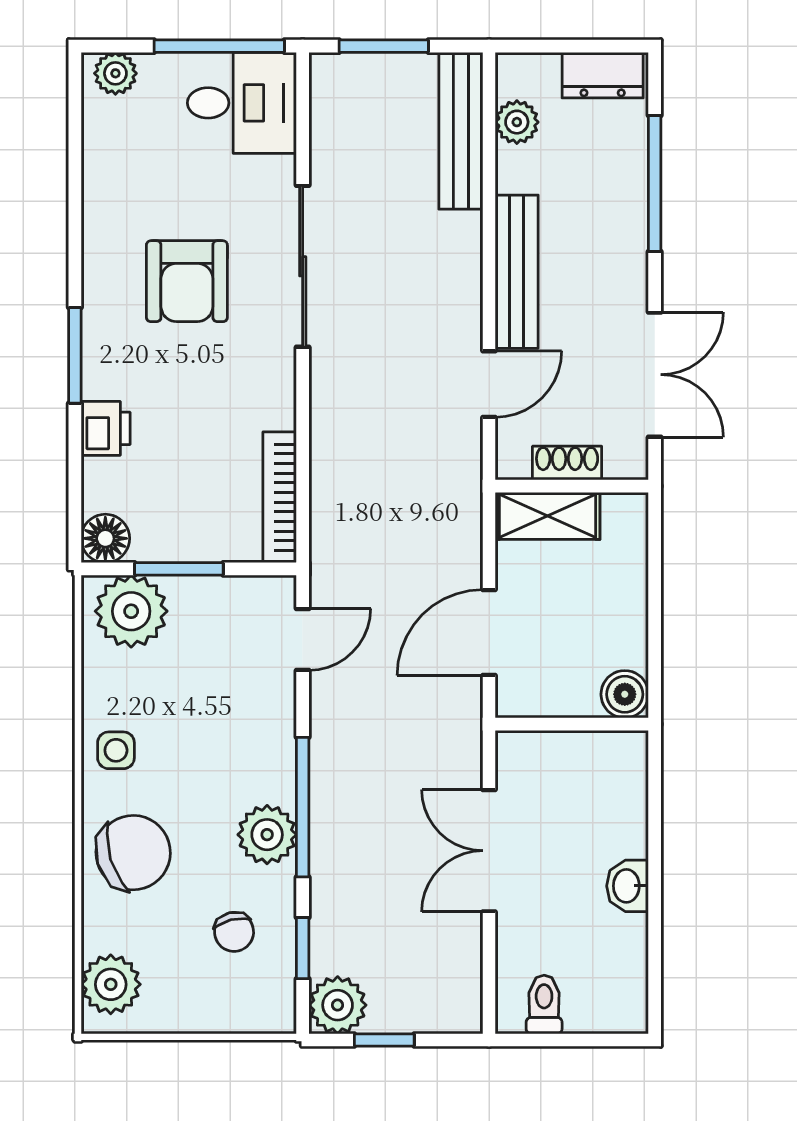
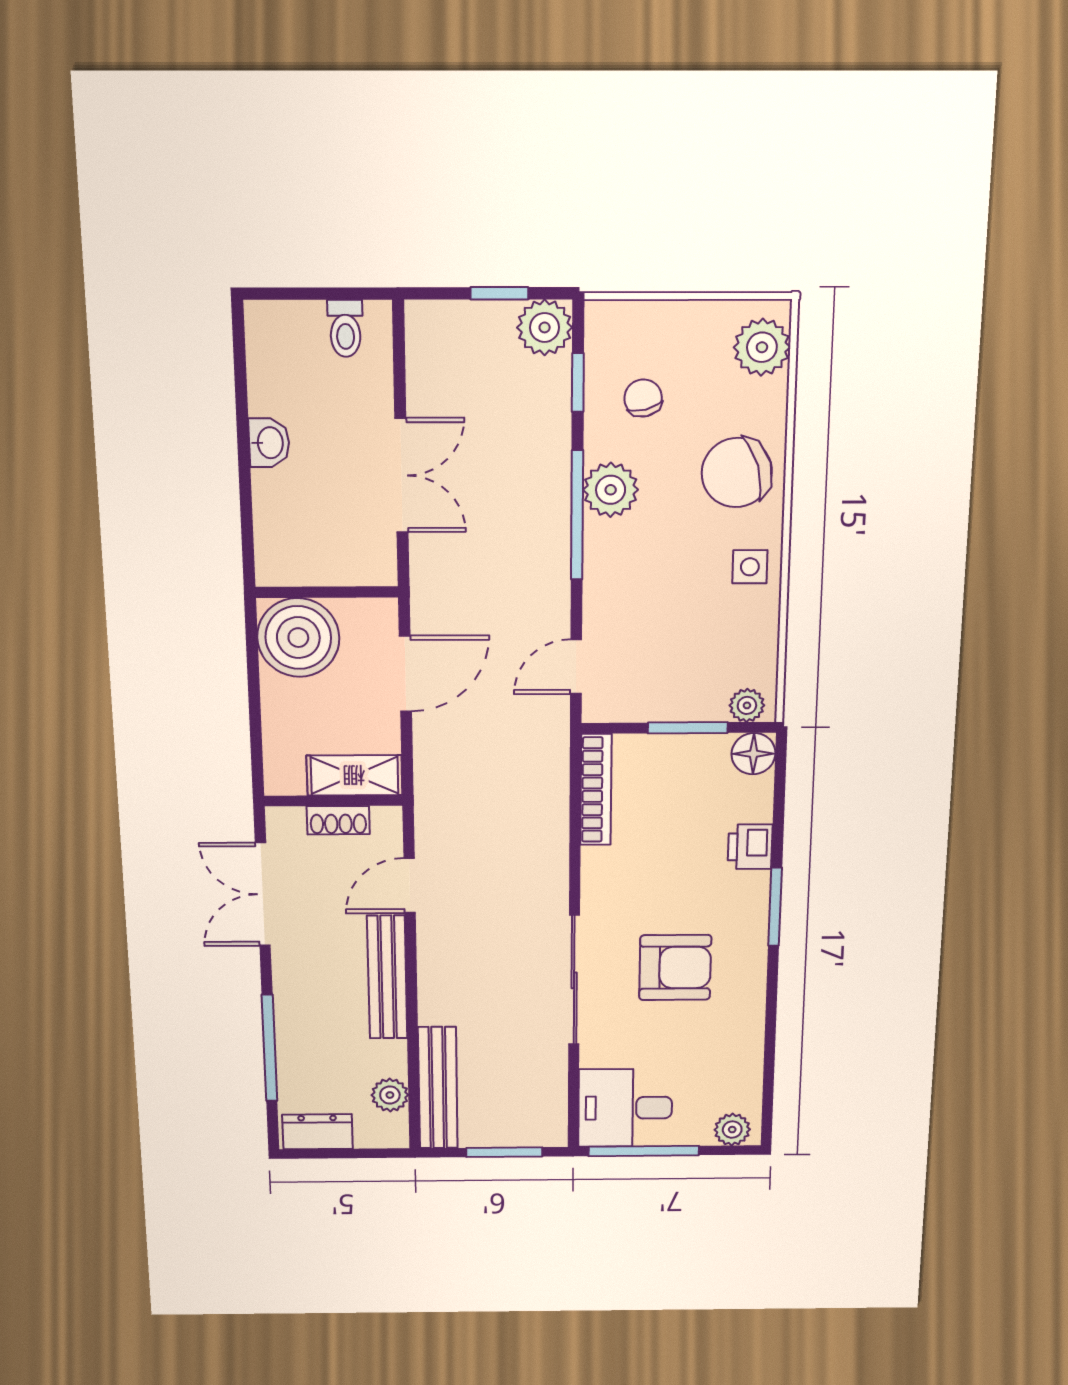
armchair: (187, 281) -> (675, 968), turned 90
plant: (131, 611) -> (747, 705), width x0.53, depth x0.53
boiler: (625, 694) -> (298, 638), width x1.86, depth x1.86

